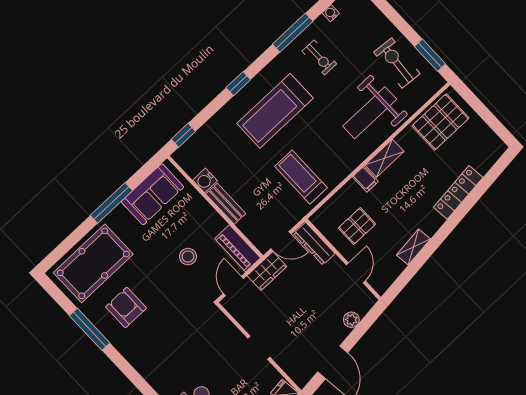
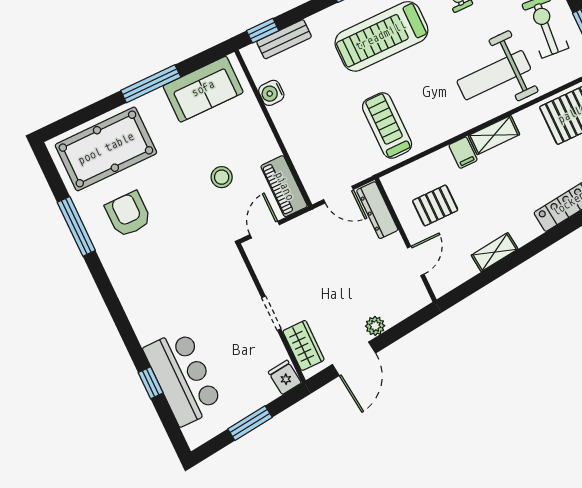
bench: (226, 204) -> (284, 39), moved, turned 90
wardrobe: (267, 271) -> (304, 345), moved, turned -90
plant: (351, 320) -> (375, 326), moved

